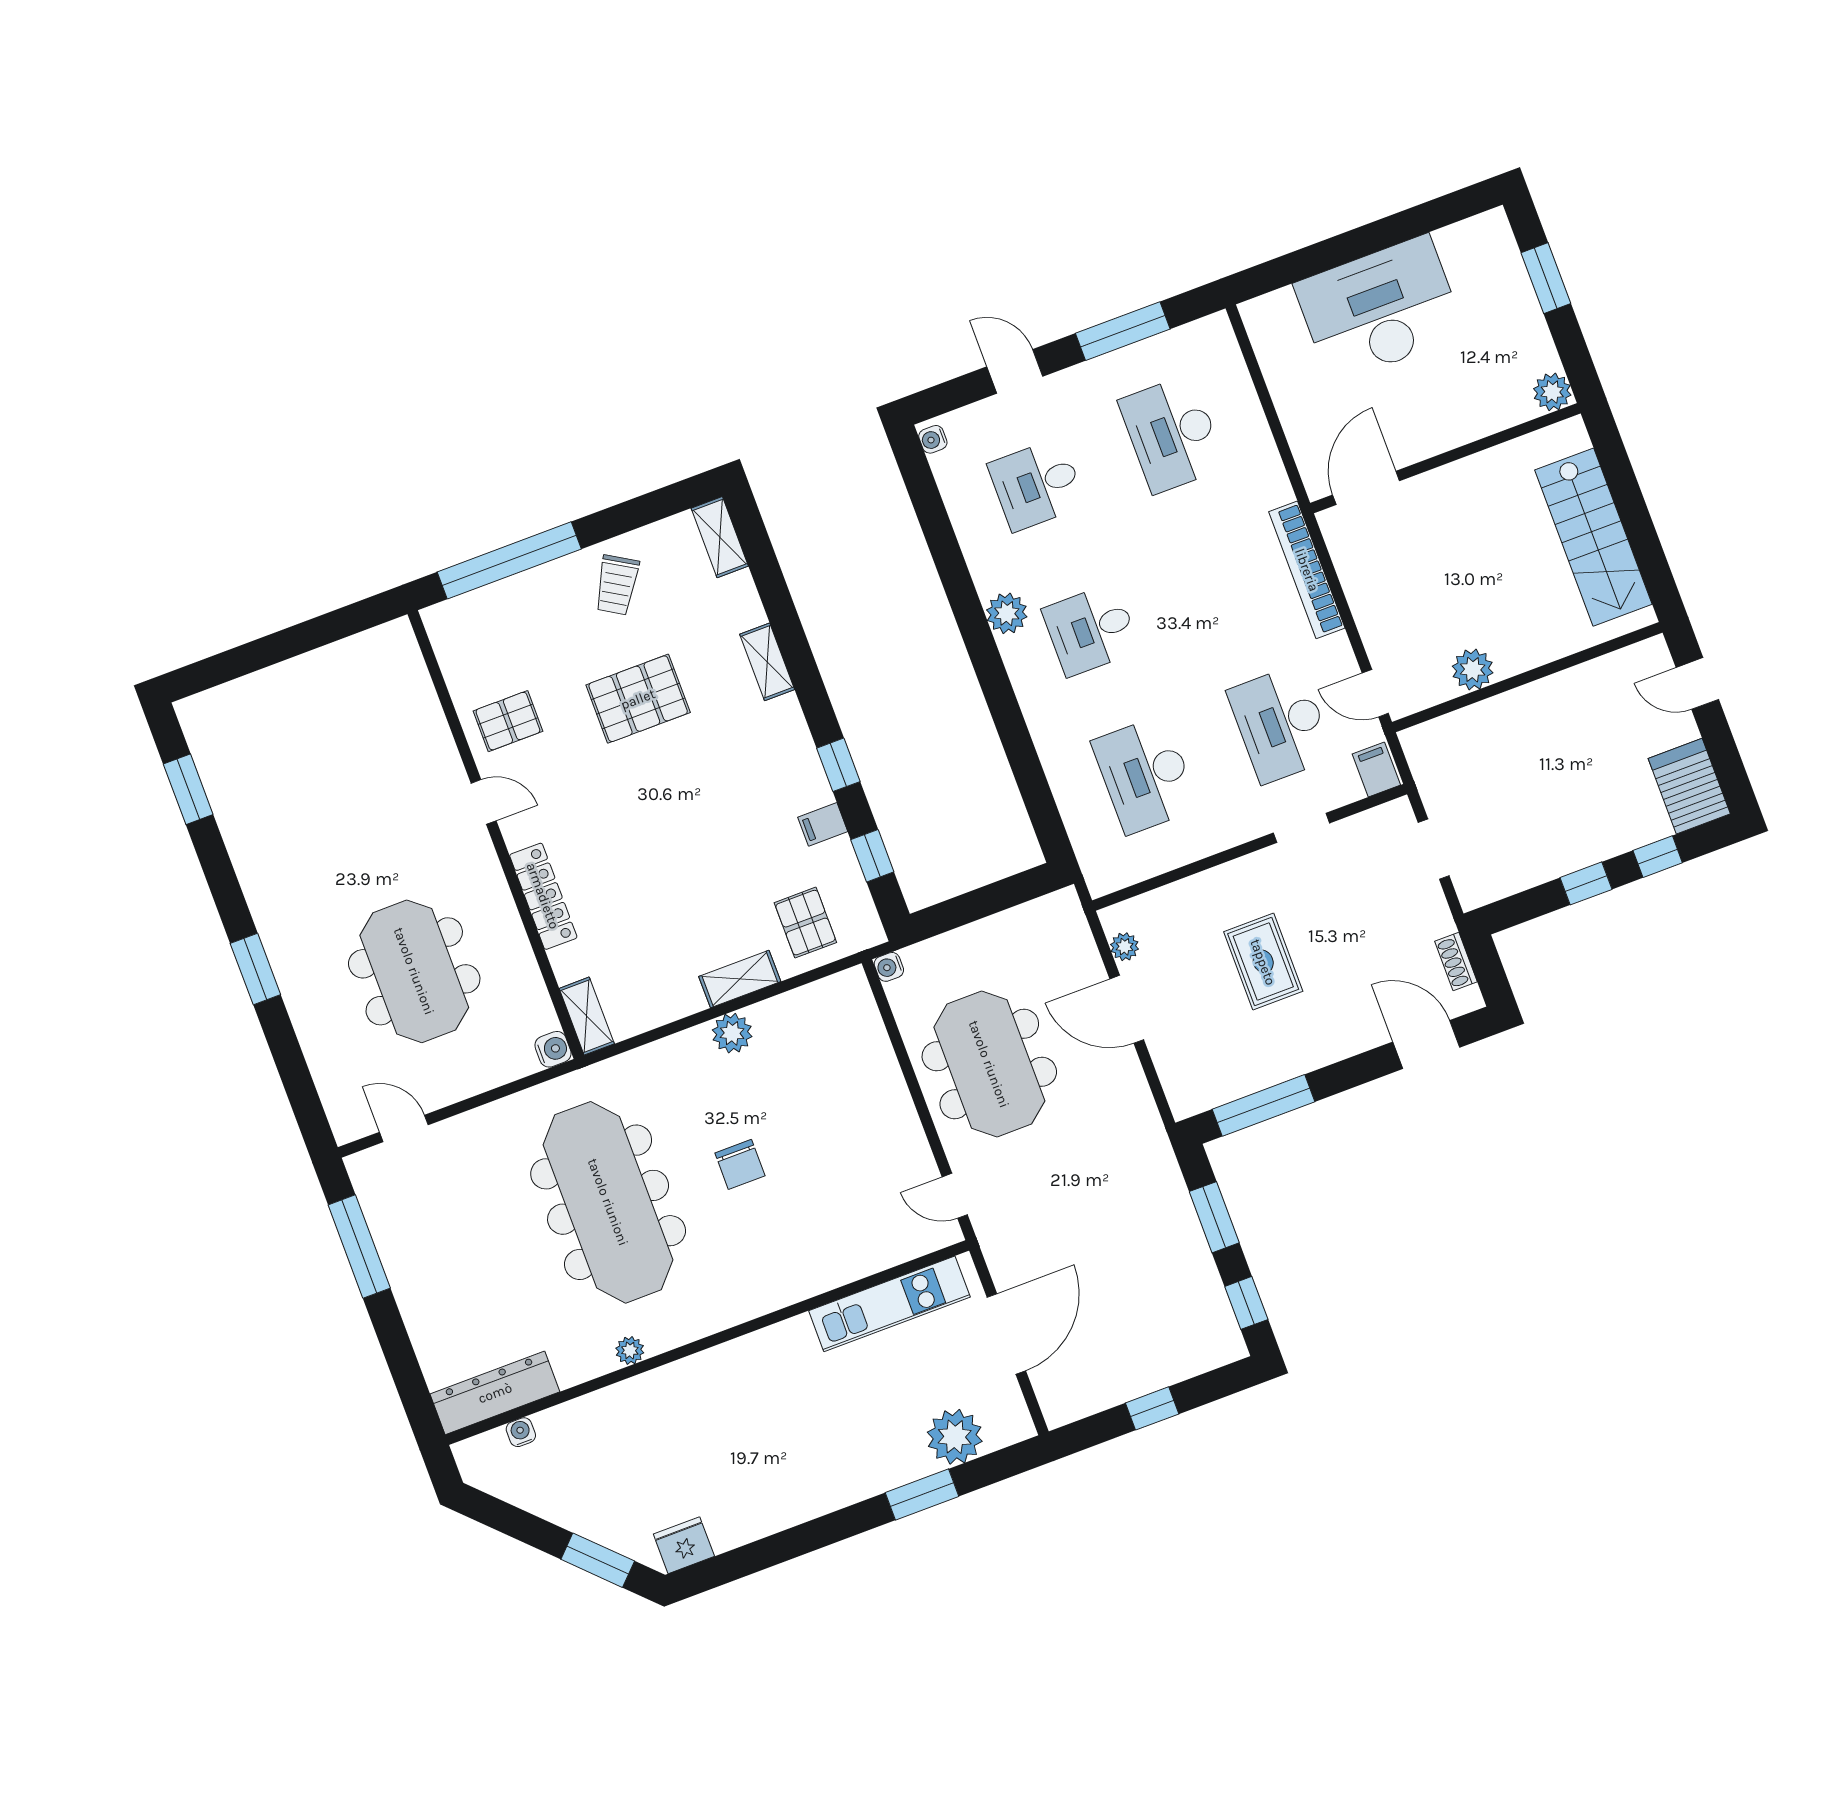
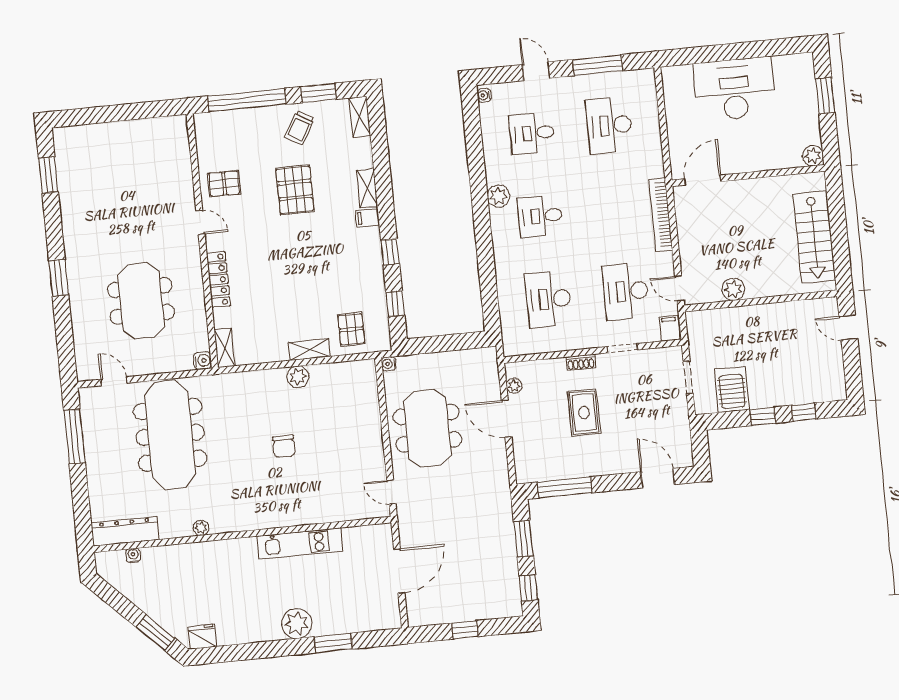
window: (634, 514) -> (319, 93), added
pallet: (638, 699) -> (295, 190), turned 90
server rack: (1689, 786) -> (732, 390), moved
filing cabinet: (823, 824) -> (367, 218), moved
shoe rack: (1456, 962) -> (581, 362), moved, turned -90
meeting table: (608, 1202) -> (170, 435), moved
kitchen unit: (889, 1304) -> (300, 544), moved
plant: (955, 1437) -> (297, 624), moved

